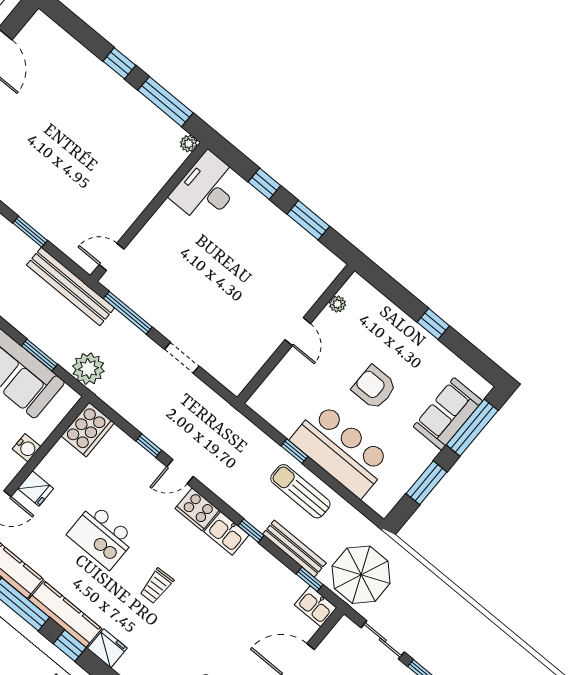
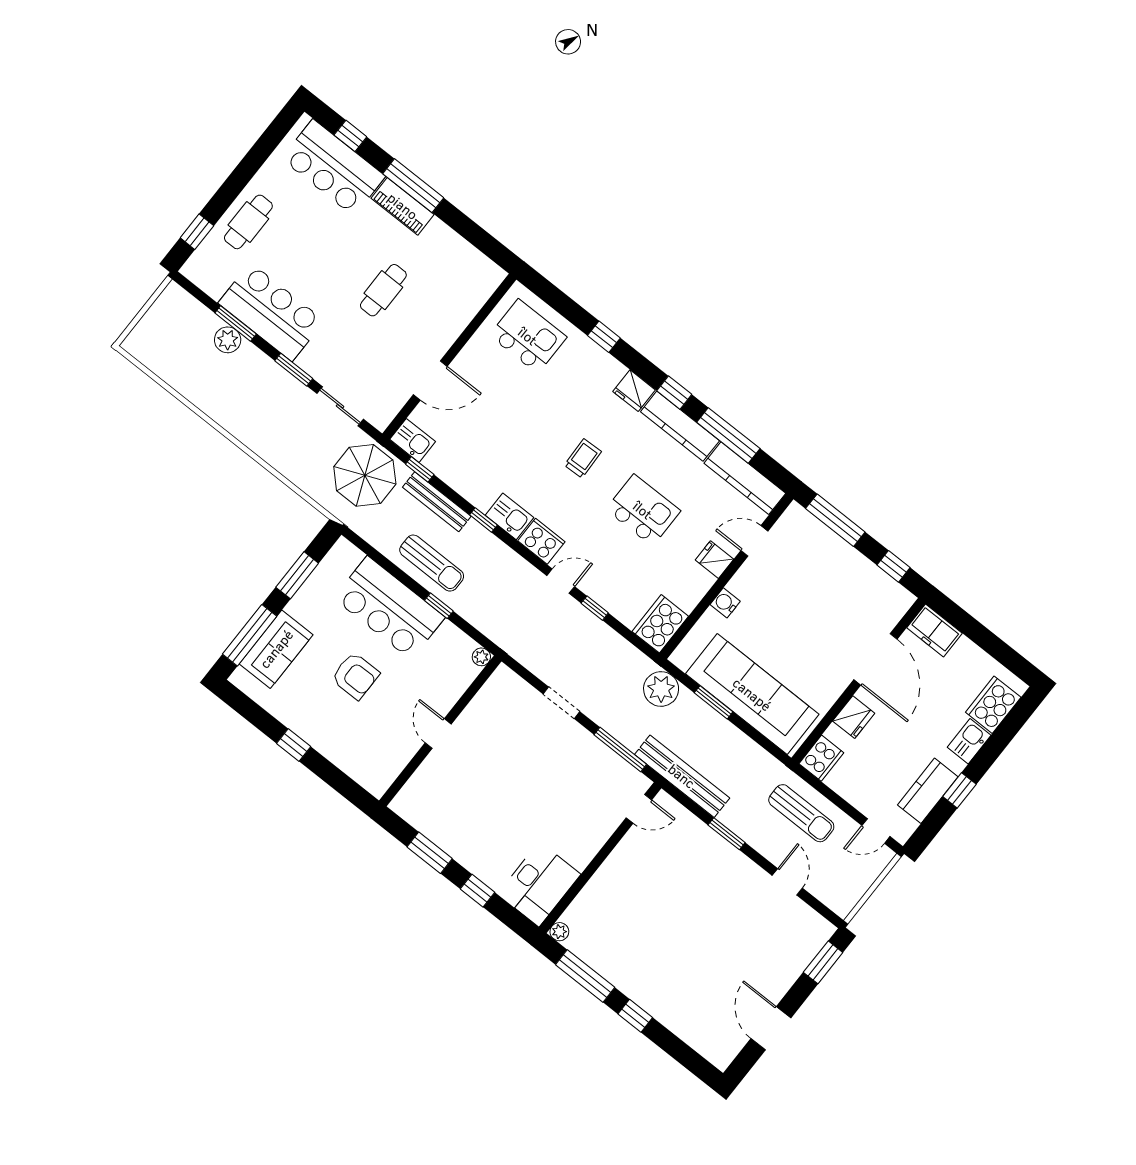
plant: (337, 304) -> (481, 657), moved

